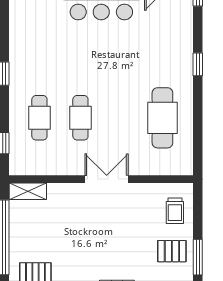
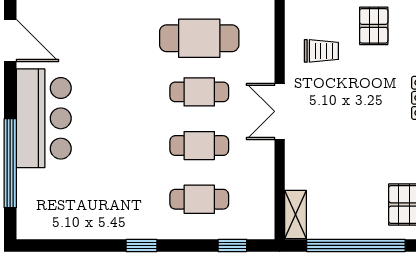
cafe table: (121, 118) -> (199, 92), added
trolley: (175, 211) -> (321, 51), moved

